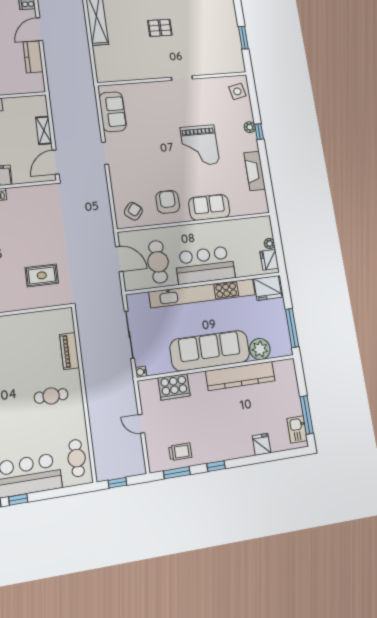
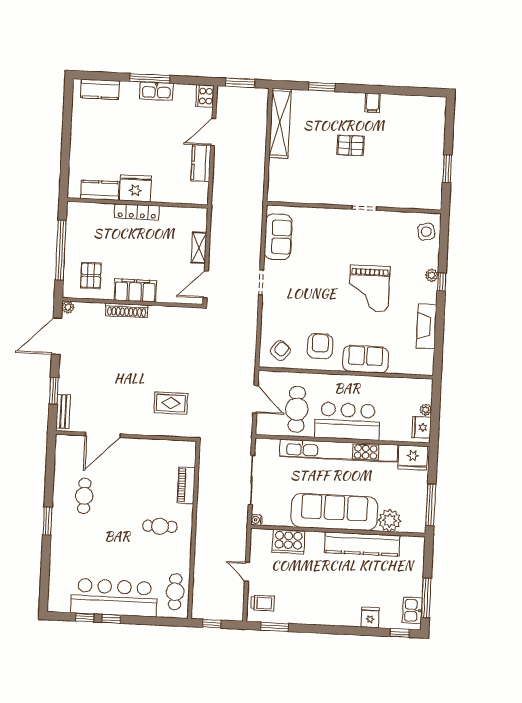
trolley: (180, 452) -> (263, 603), moved
window: (216, 466) -> (400, 633), moved

